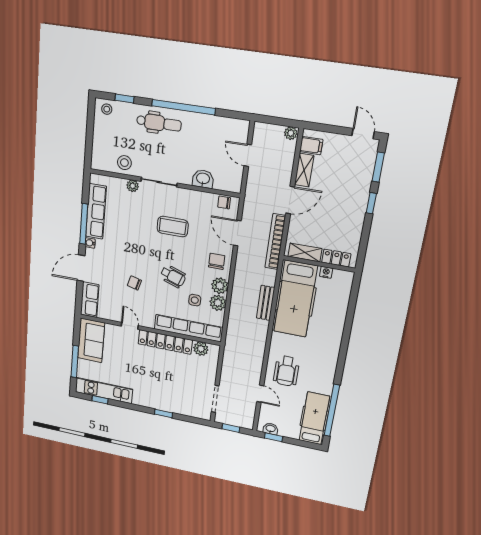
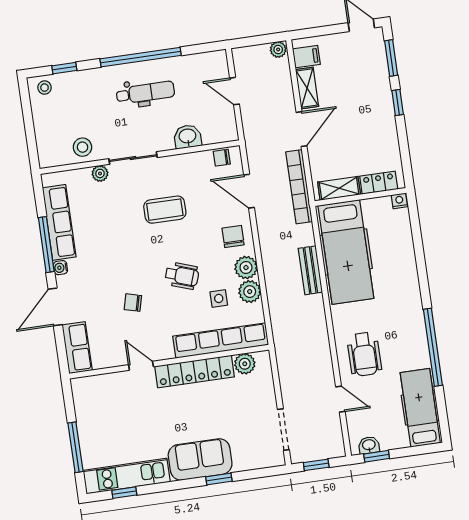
dental chair: (159, 123) -> (145, 93), moved
nightstand: (326, 272) -> (399, 201), moved
sofa: (91, 340) -> (200, 459), moved, turned -90
window: (332, 410) -> (433, 347), moved

